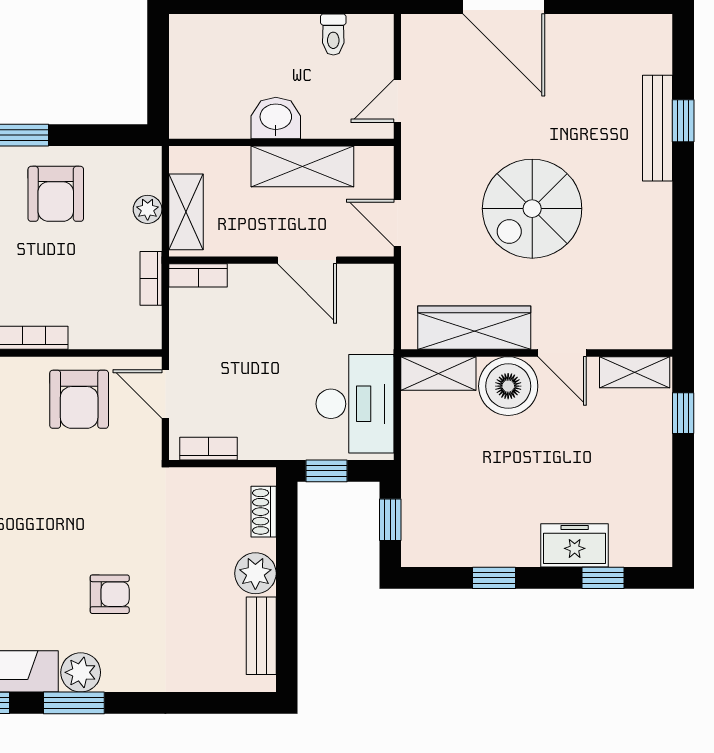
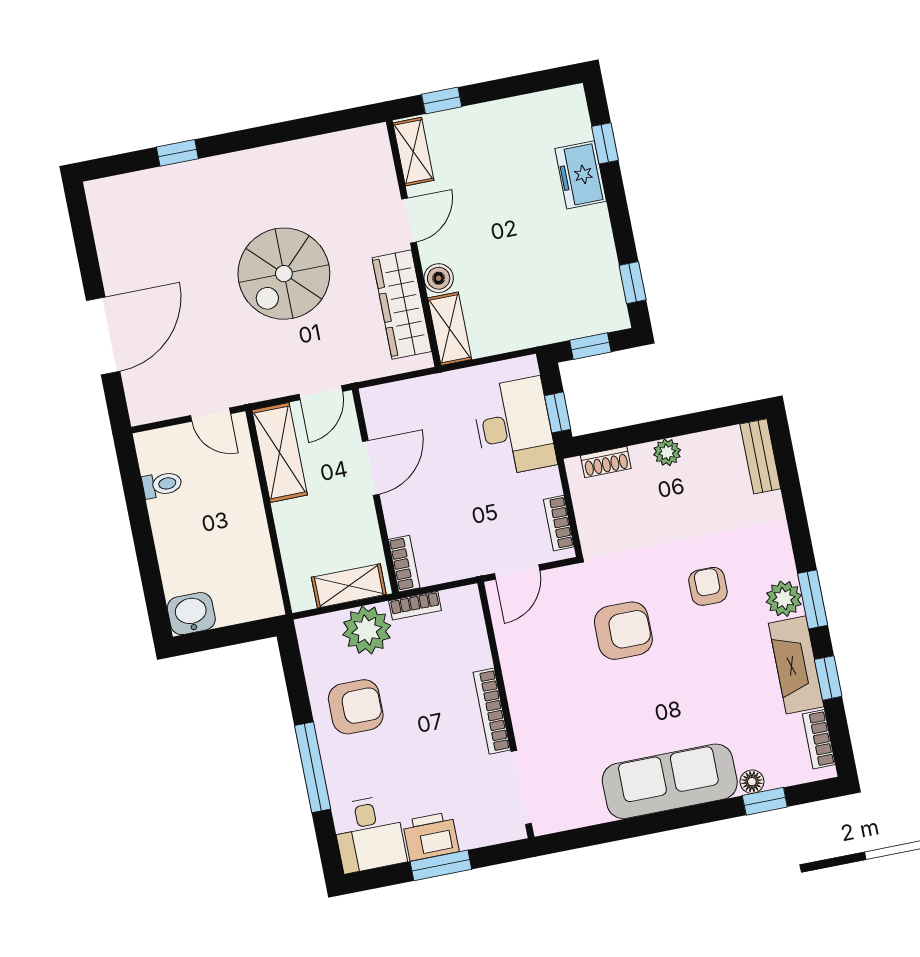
washbasin: (276, 118) -> (191, 614), moved, turned 90
bench: (657, 128) -> (189, 175), removed
shelving: (302, 166) -> (280, 452), moved
plant: (148, 209) -> (367, 630), width x1.88, depth x1.88
spiral stairs: (532, 209) -> (284, 274), turned 90
boiler: (508, 386) -> (439, 278), width x0.54, depth x0.54
armchair: (79, 399) -> (623, 631), moved
desk: (355, 404) -> (514, 427), moved, turned 90
plant: (255, 573) -> (667, 452), width x0.73, depth x0.73
window: (494, 578) -> (633, 283), moved
bench: (261, 636) -> (760, 456), moved, turned 90

